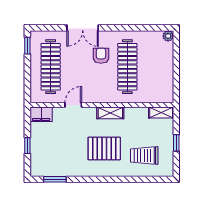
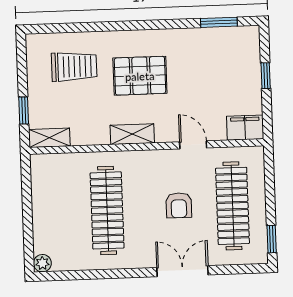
armchair: (101, 56) -> (179, 205), moved
door: (73, 105) -> (193, 145), swing flipped
window: (176, 143) -> (24, 110), moved

